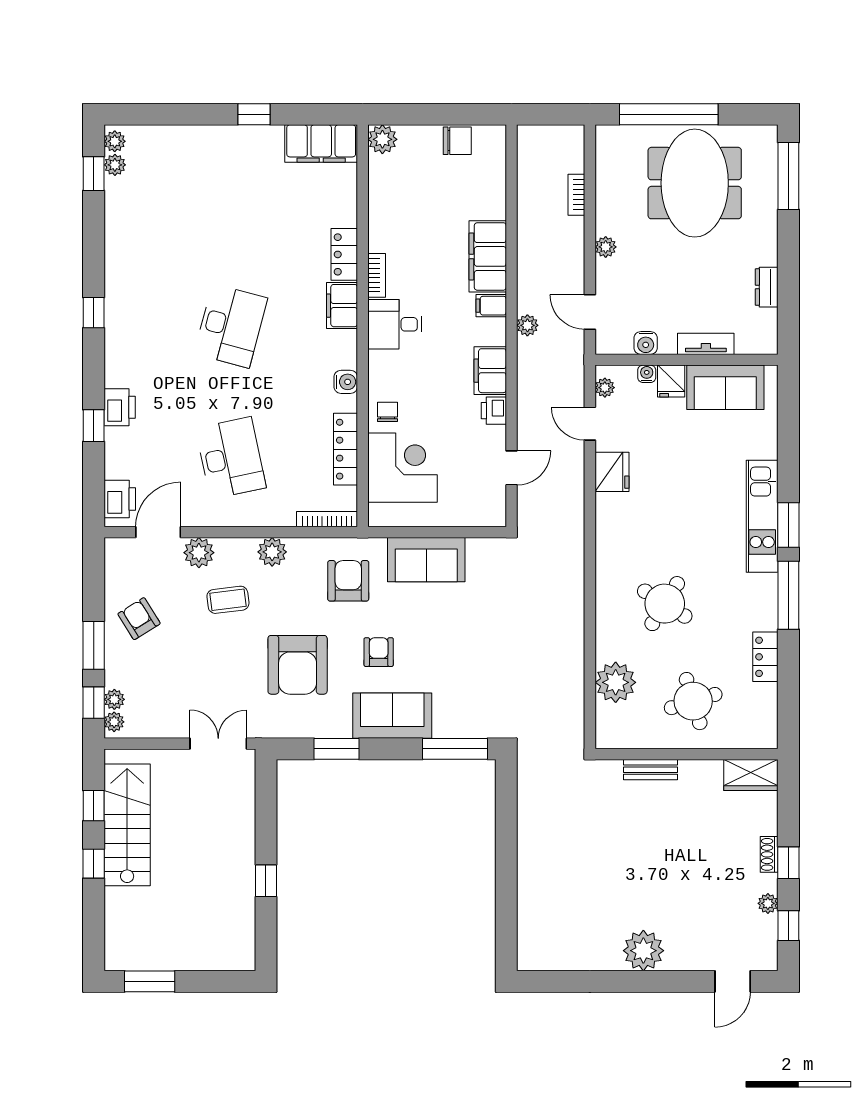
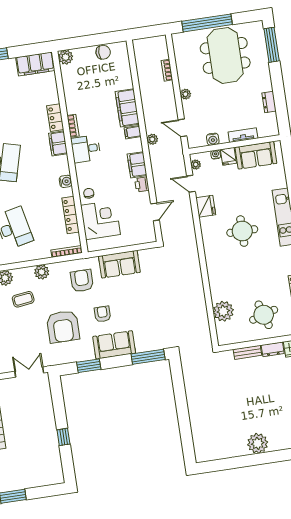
round table: (665, 604) -> (242, 231), moved, turned -32
dresser: (701, 771) -> (273, 349), added

